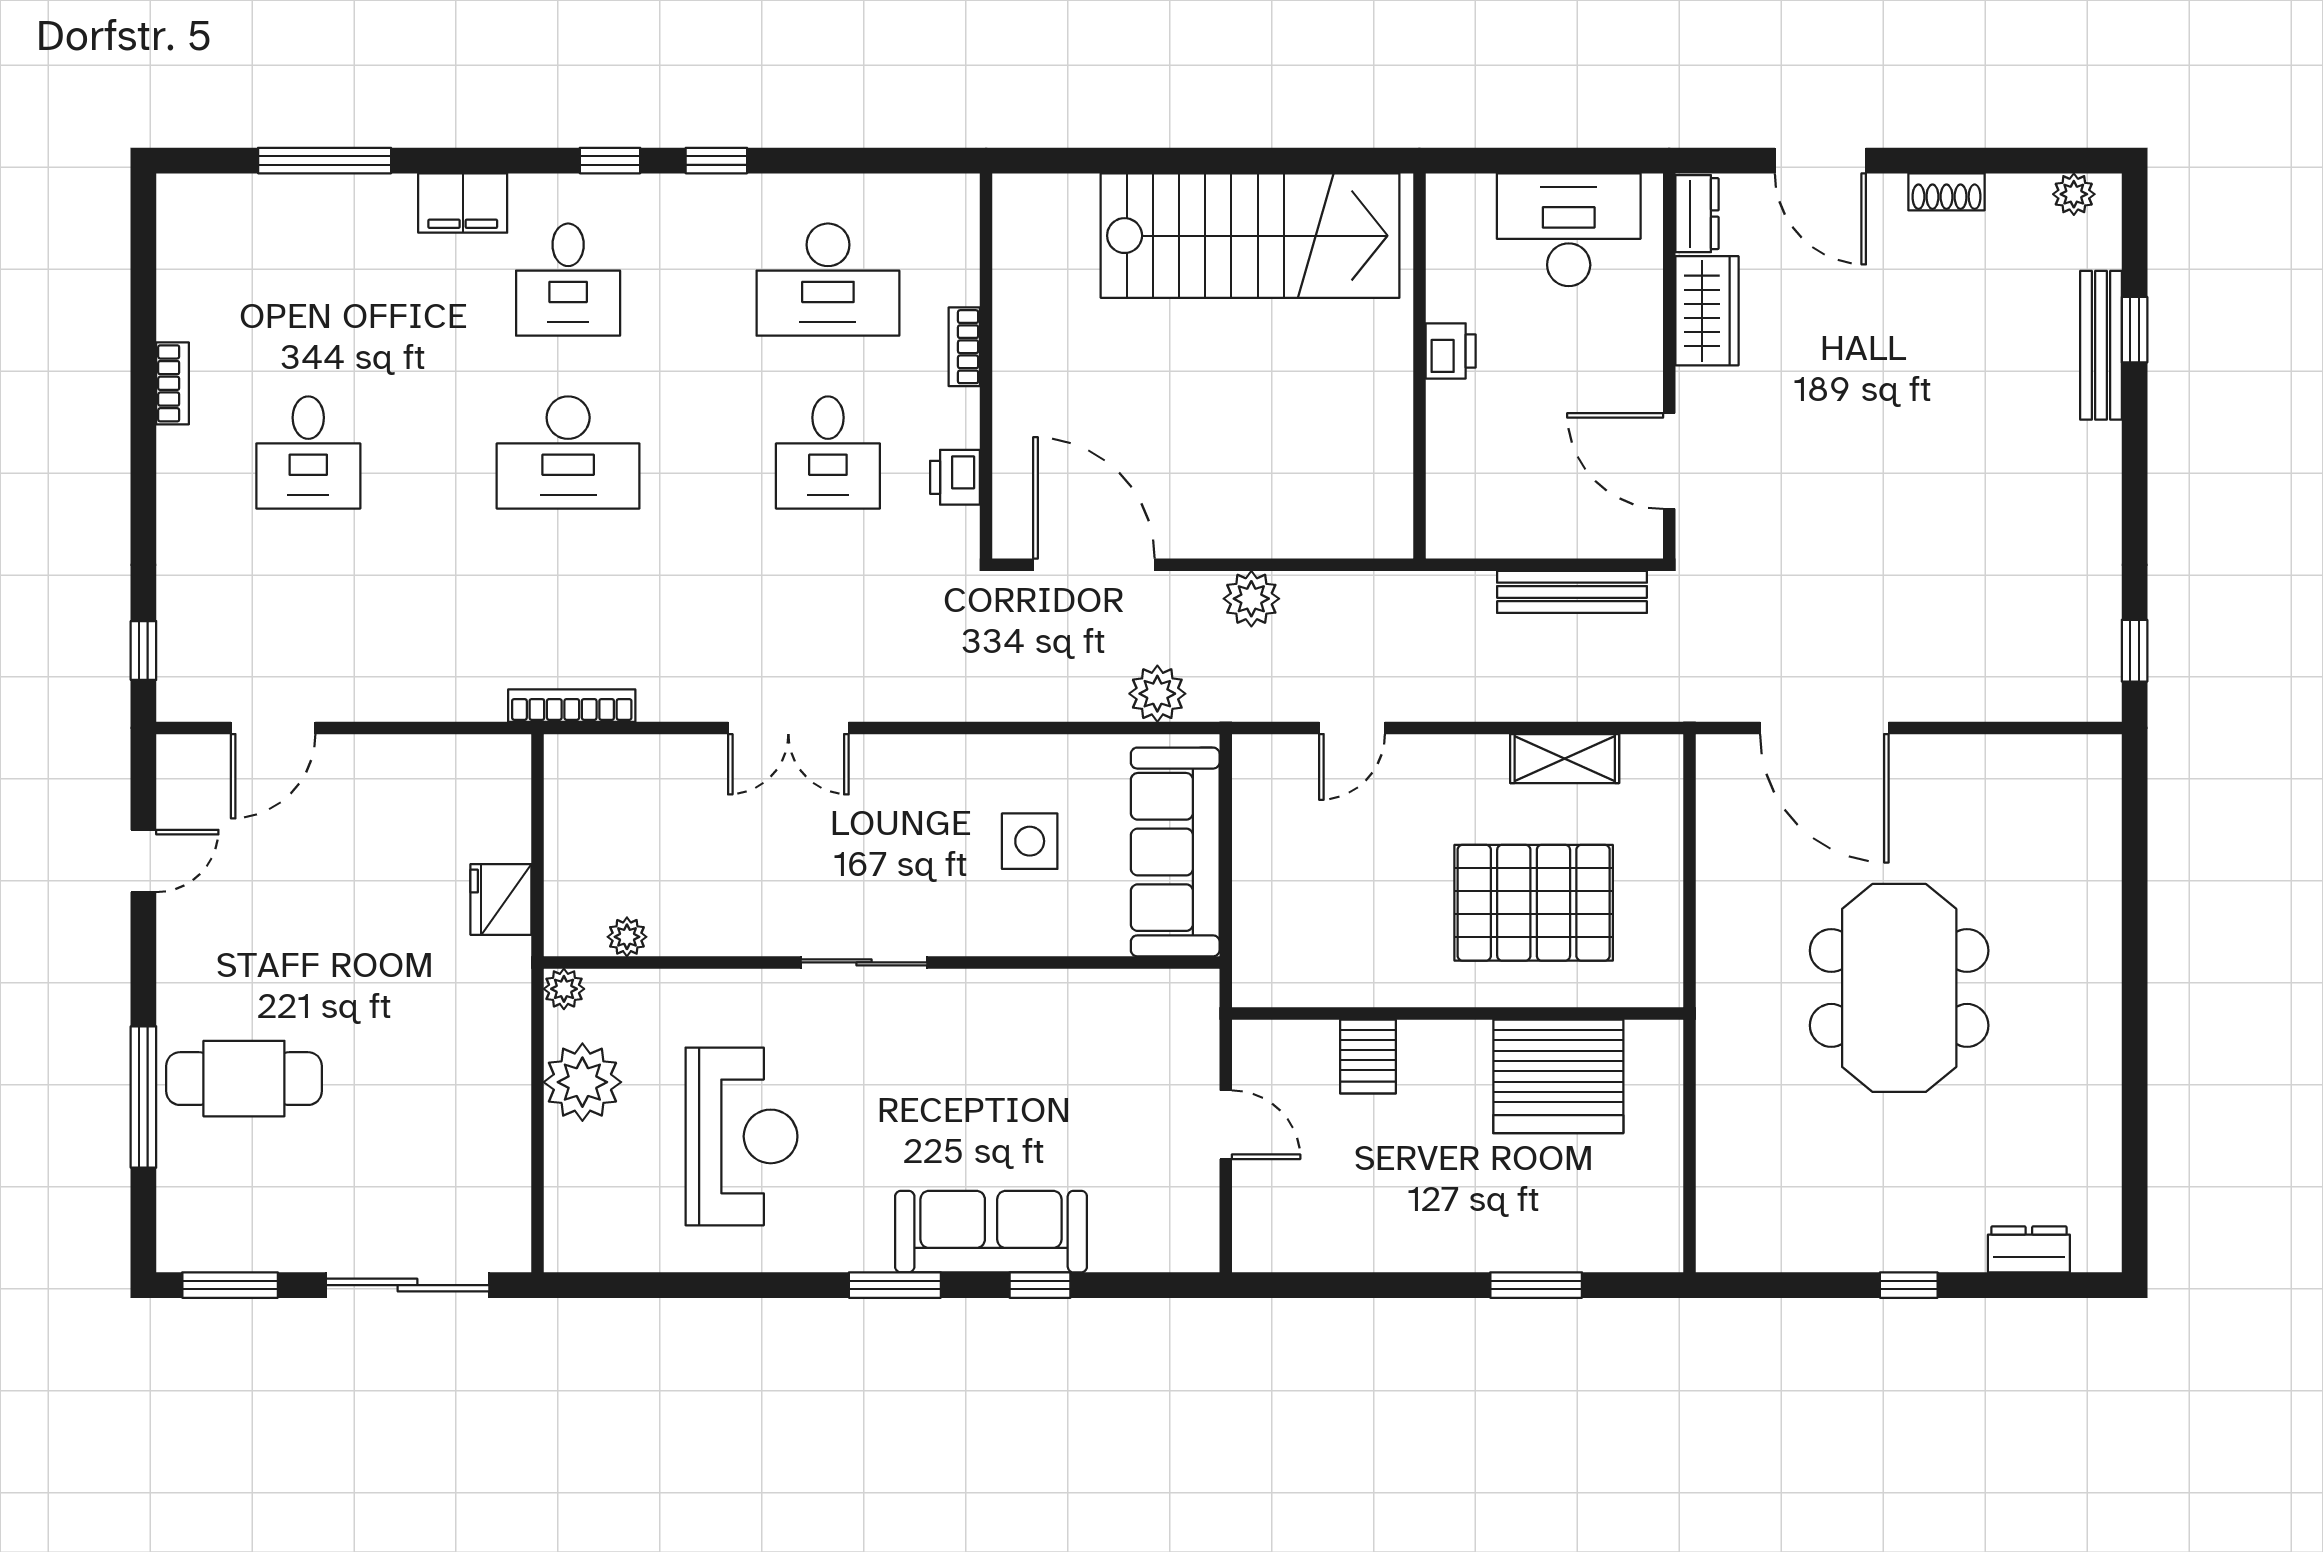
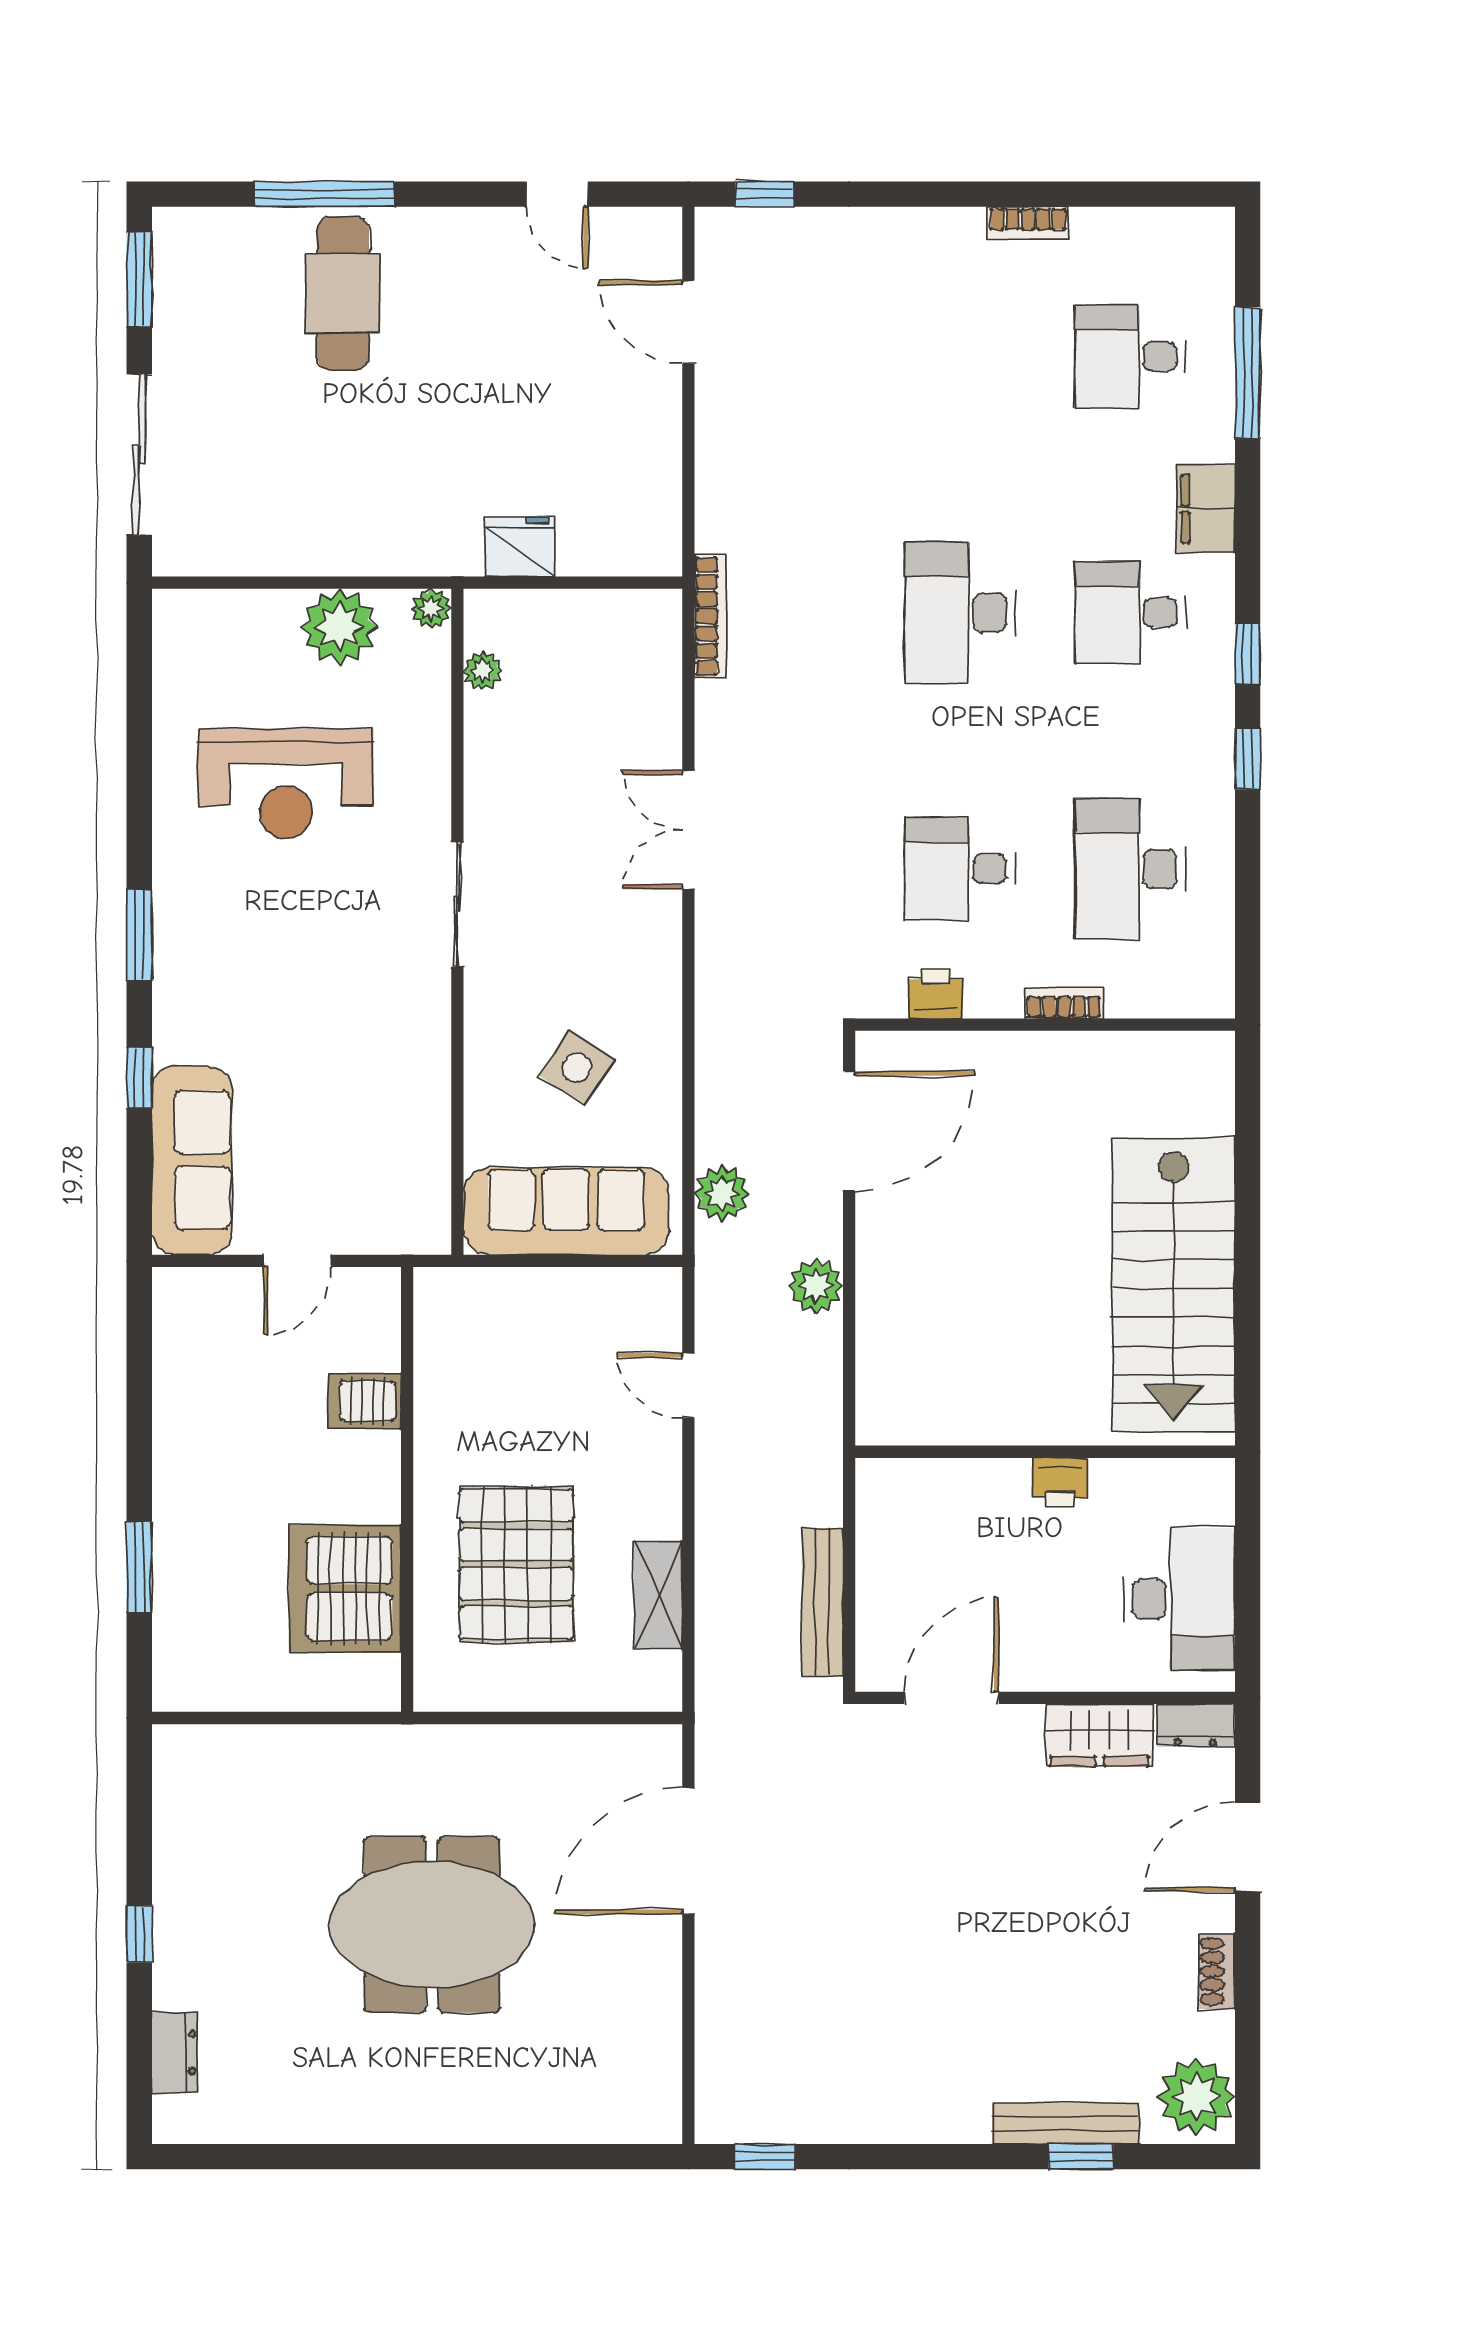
plant: (2074, 194) -> (1197, 2097), width x1.87, depth x1.87
desk: (308, 452) -> (1130, 357), moved
side table: (1030, 841) -> (577, 1068), turned 33
sofa: (991, 1232) -> (192, 1160), moved

